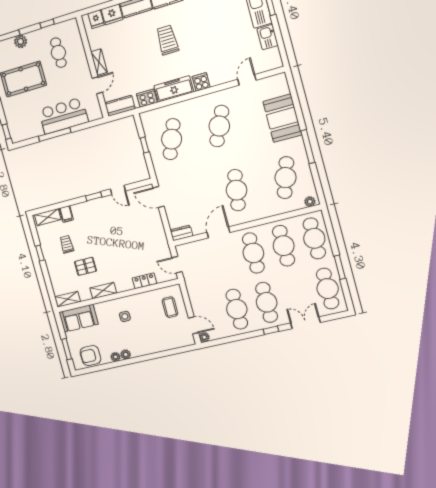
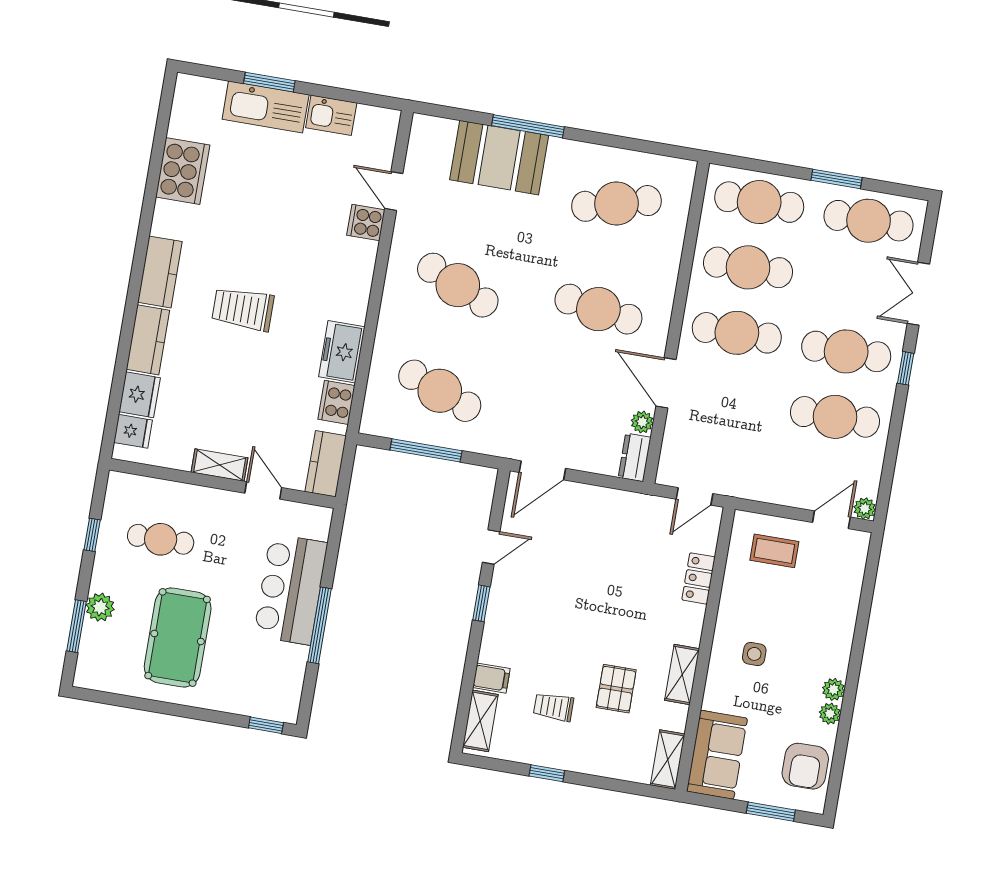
cooker: (201, 82) -> (366, 223), moved
freezer: (174, 89) -> (342, 352), width x0.71
window: (144, 145) -> (426, 450), width x2.17
window: (308, 147) -> (528, 126), moved
cafe table: (286, 178) -> (616, 203), turned -33
plant: (310, 202) -> (642, 422), moved

